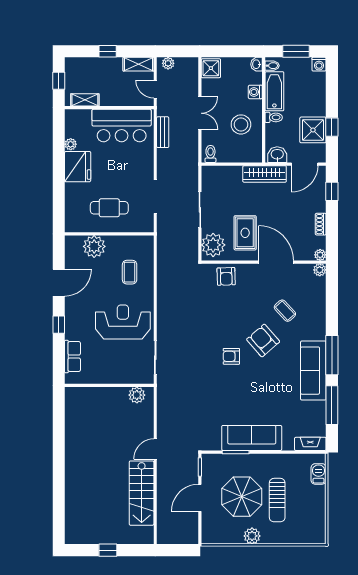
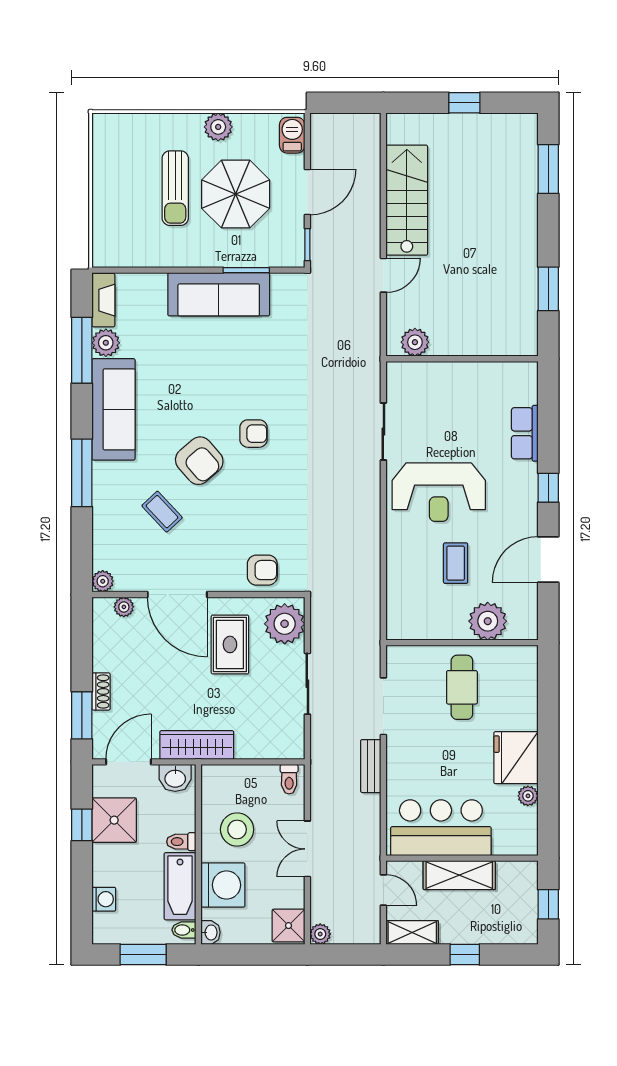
plant: (168, 63) -> (320, 934), moved
washing machine: (319, 64) -> (104, 899), moved, turned 90
washing machine: (255, 92) -> (223, 885), width x1.89, depth x1.89
shelving: (85, 100) -> (459, 875), moved, width x1.50, depth x1.33
bench: (163, 132) -> (371, 766), moved
window: (332, 191) -> (82, 715), width x1.50
cafe table: (109, 208) -> (462, 687), turned 90
shoe rack: (321, 224) -> (101, 691), moved
plant: (320, 255) -> (124, 607), moved
coffee table: (130, 272) -> (456, 563), moved
armchair: (226, 276) -> (262, 570), turned 92
window: (332, 355) -> (82, 473), moved
wall: (109, 385) -> (462, 359), moved
plant: (137, 395) -> (415, 342), moved
plant: (318, 410) -> (106, 343), added
window: (59, 441) -> (548, 289), added
fireplace: (310, 444) -> (103, 300), moved, turned -90
barbecue: (319, 474) -> (292, 135), moved, turned 180
sun lounger: (277, 500) -> (175, 188), turned 180
window: (59, 511) -> (548, 169), added

